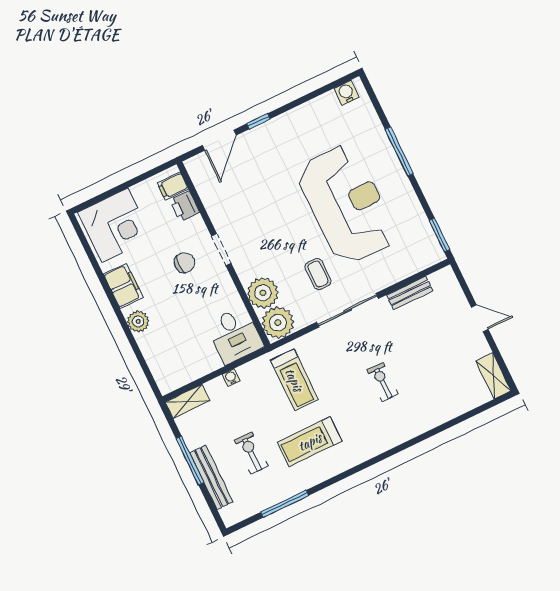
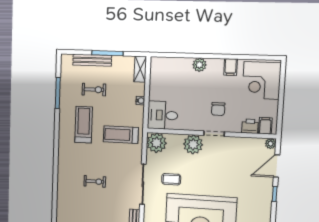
door: (219, 140) -> (277, 166), hinge flipped
plant: (193, 165) -> (271, 144), added
filing cabinet: (123, 286) -> (231, 67), width x0.50
plant: (263, 293) -> (193, 144), moved

